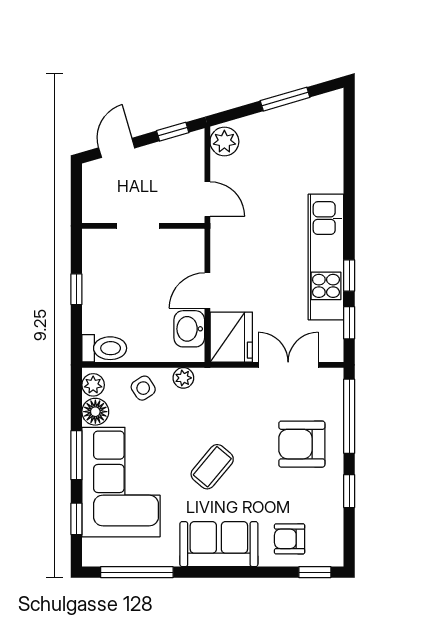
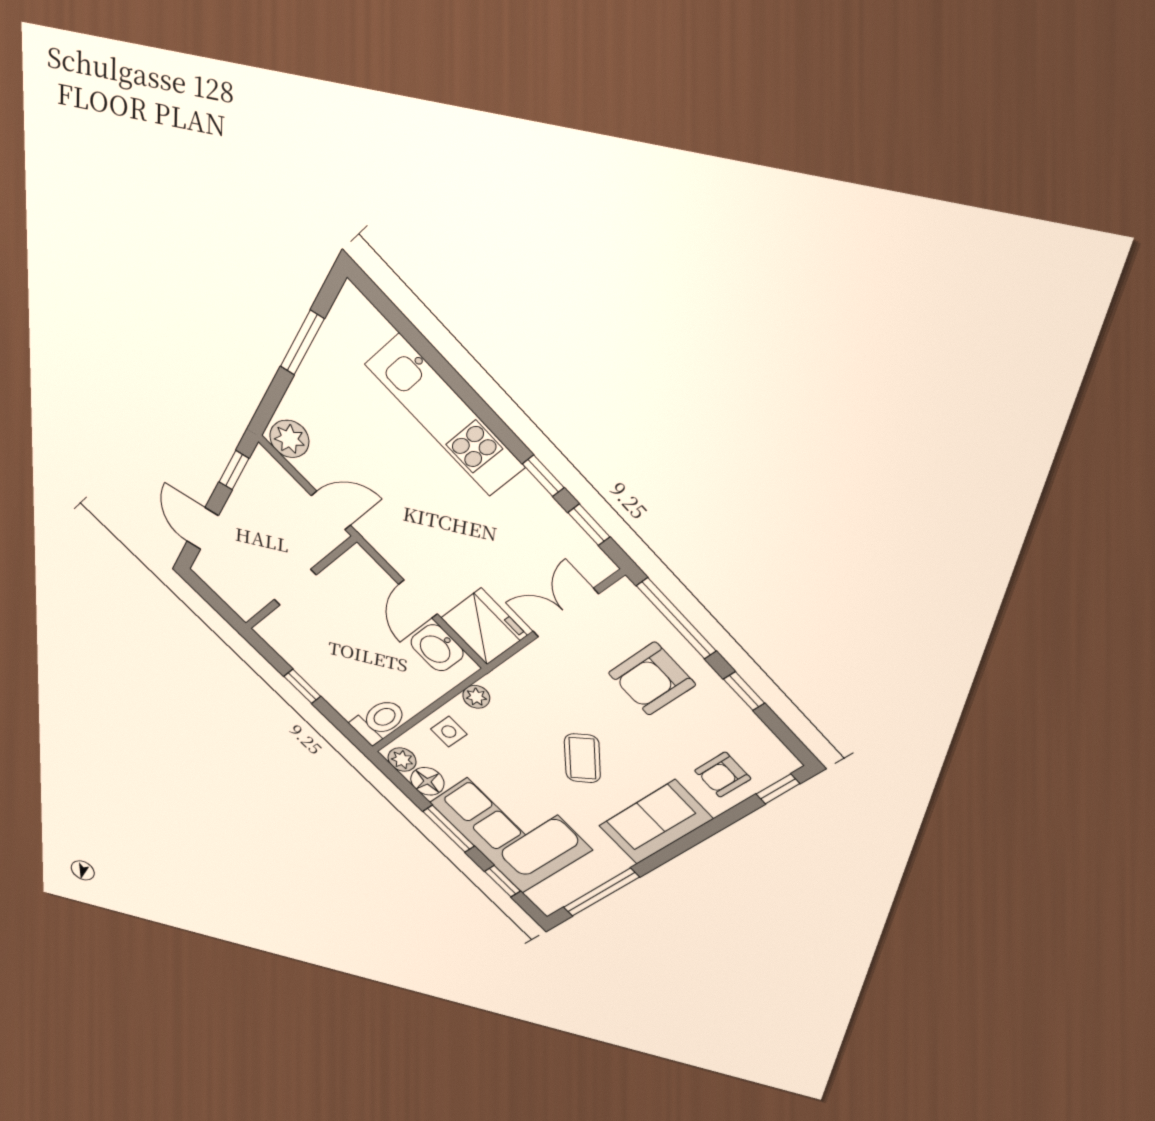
kitchen unit: (326, 257) -> (445, 416), moved
side table: (143, 388) -> (449, 732), turned 33

